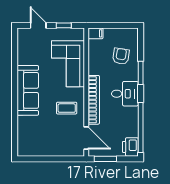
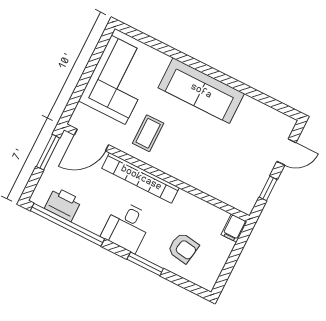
corner sofa: (68, 64) -> (118, 80), moved, turned 90
printer: (130, 147) -> (63, 204), moved

